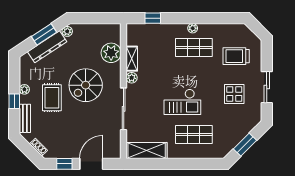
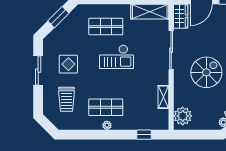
plant: (111, 53) -> (183, 116), moved
trolley: (236, 56) -> (67, 99), turned 90
plant: (132, 78) -> (164, 79), removed
checkout: (182, 102) -> (116, 57), turned 180
wardrobe: (113, 146) -> (181, 16), added

